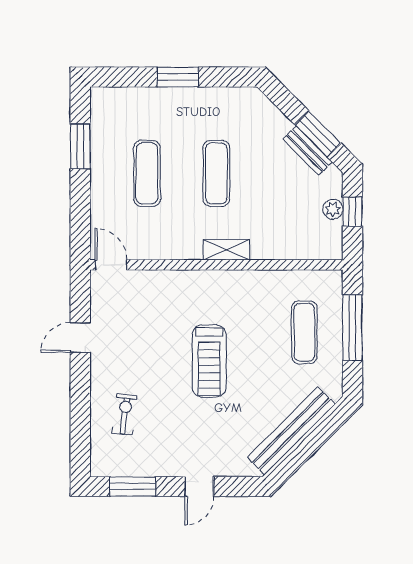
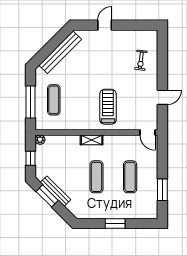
bench: (307, 151) -> (56, 191), width x1.36
plant: (333, 209) -> (40, 140), moved
treadmill: (209, 361) -> (108, 107), moved
window: (133, 486) -> (137, 25), removed

